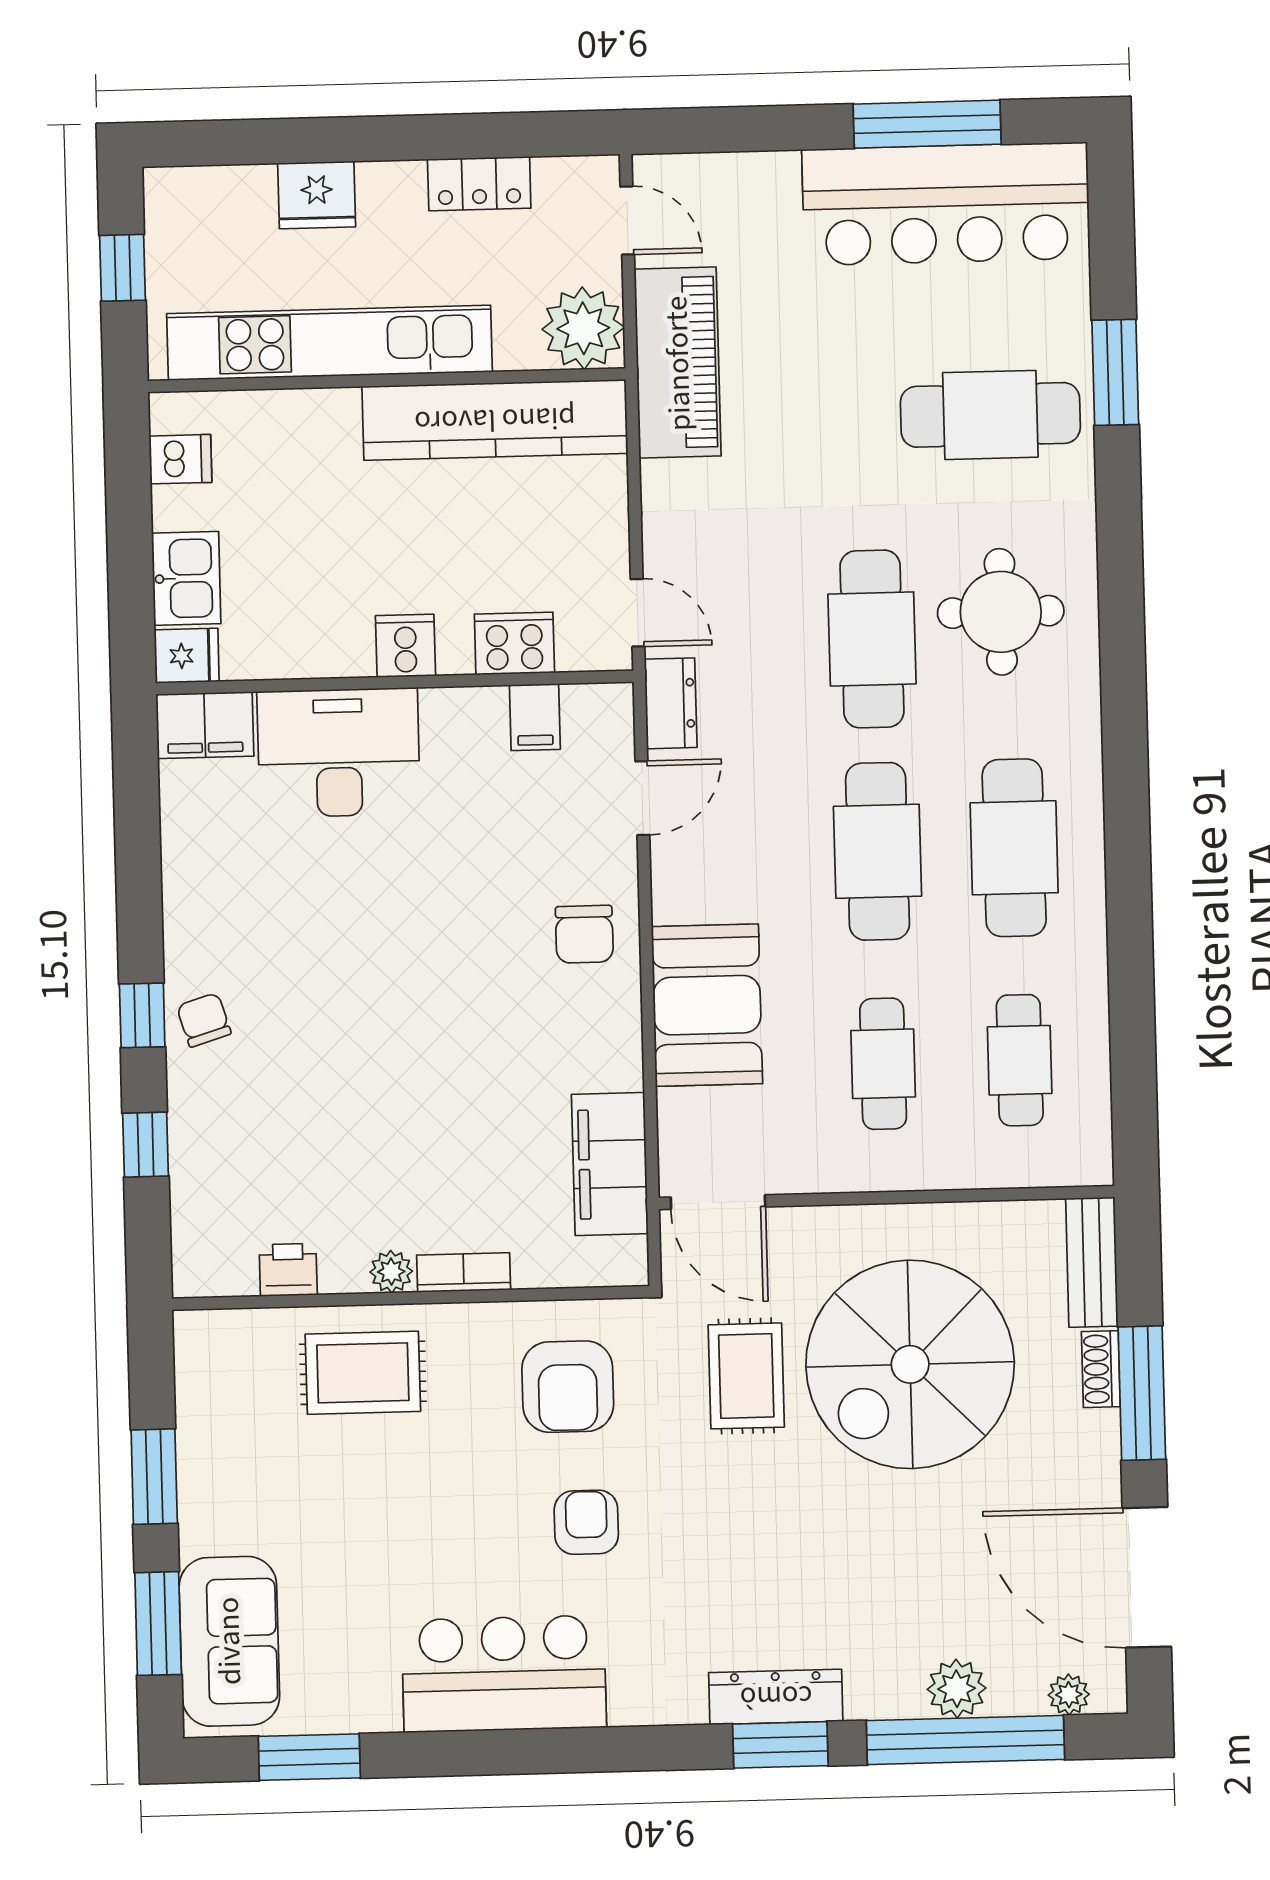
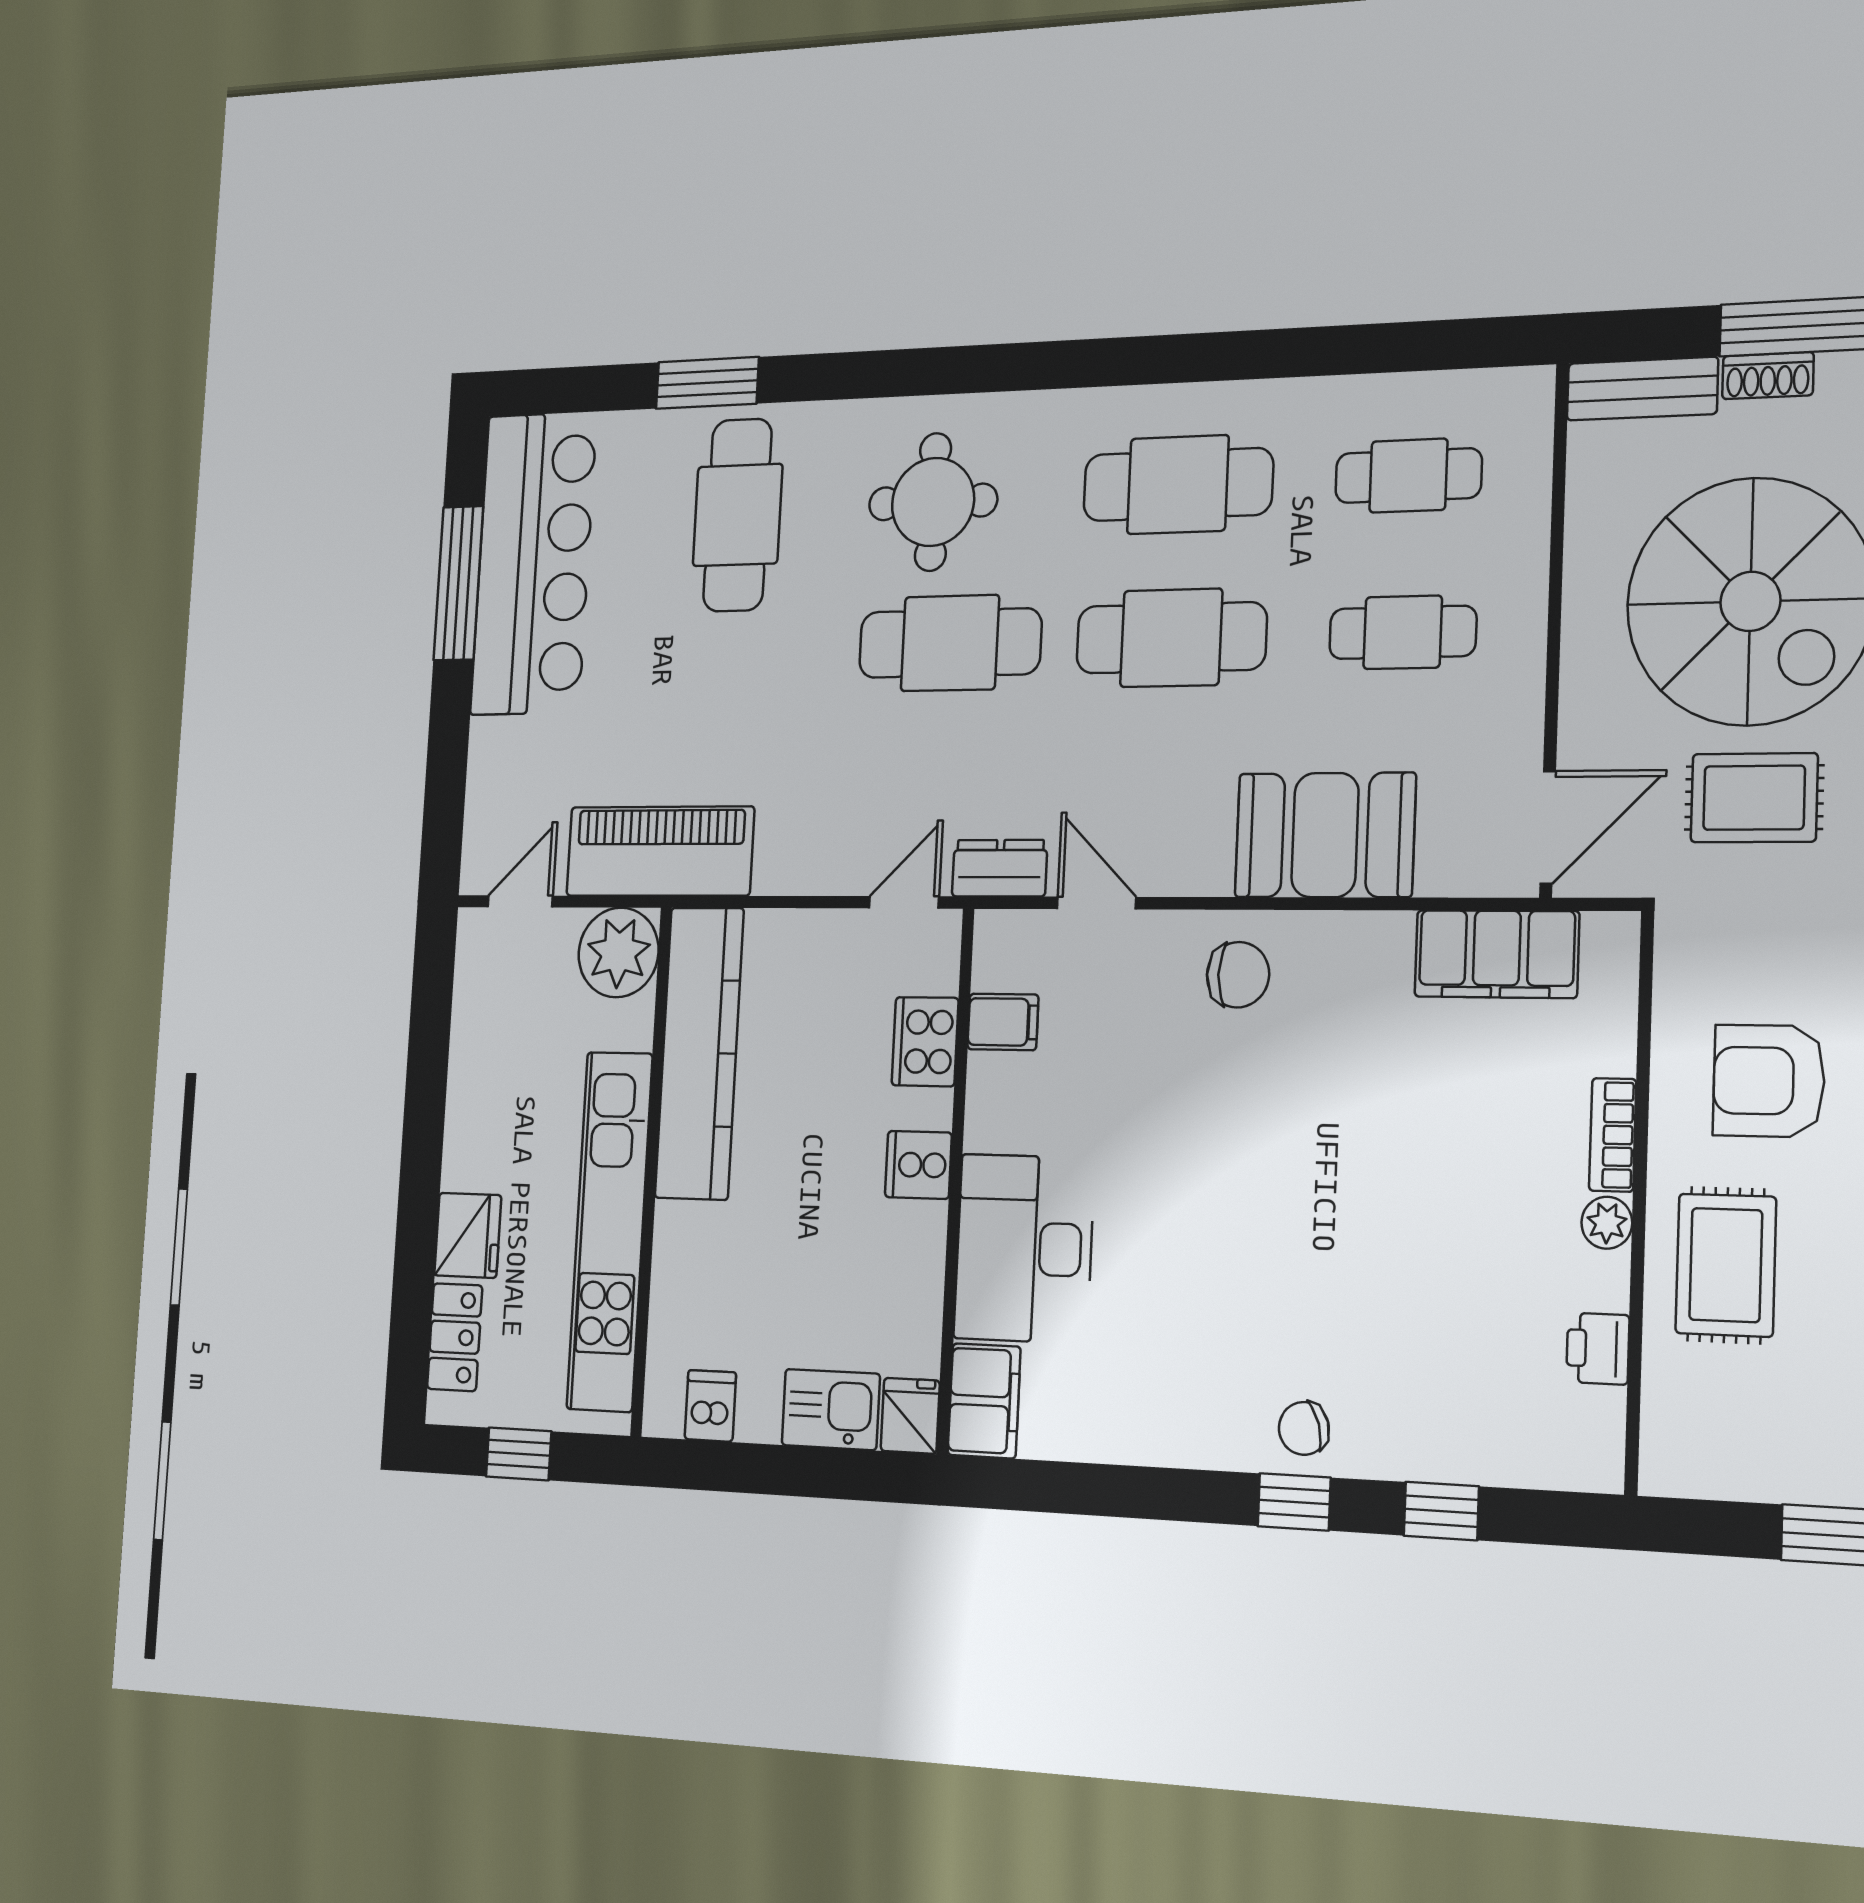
locker: (479, 184) -> (455, 1337), moved
armchair: (568, 1387) -> (1769, 1081), moved, turned 180

